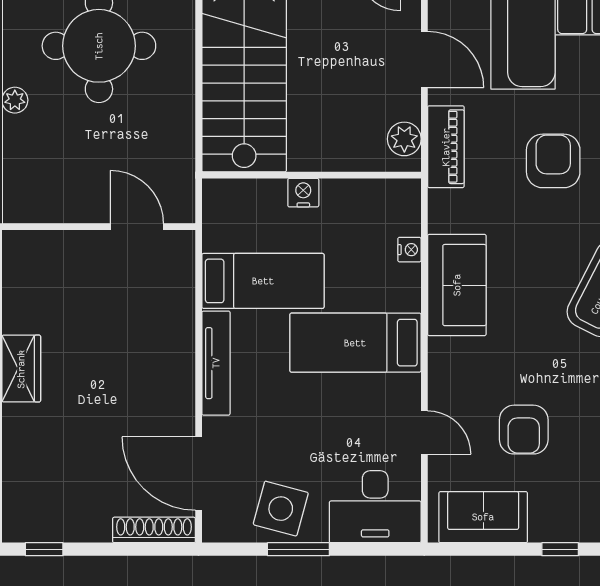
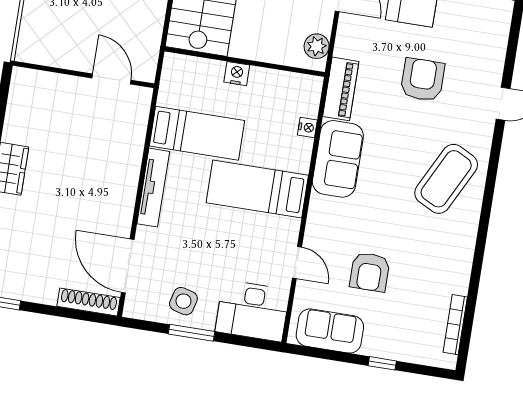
piano: (446, 147) -> (341, 89), moved
side table: (281, 509) -> (183, 301), width x0.73, depth x0.73

